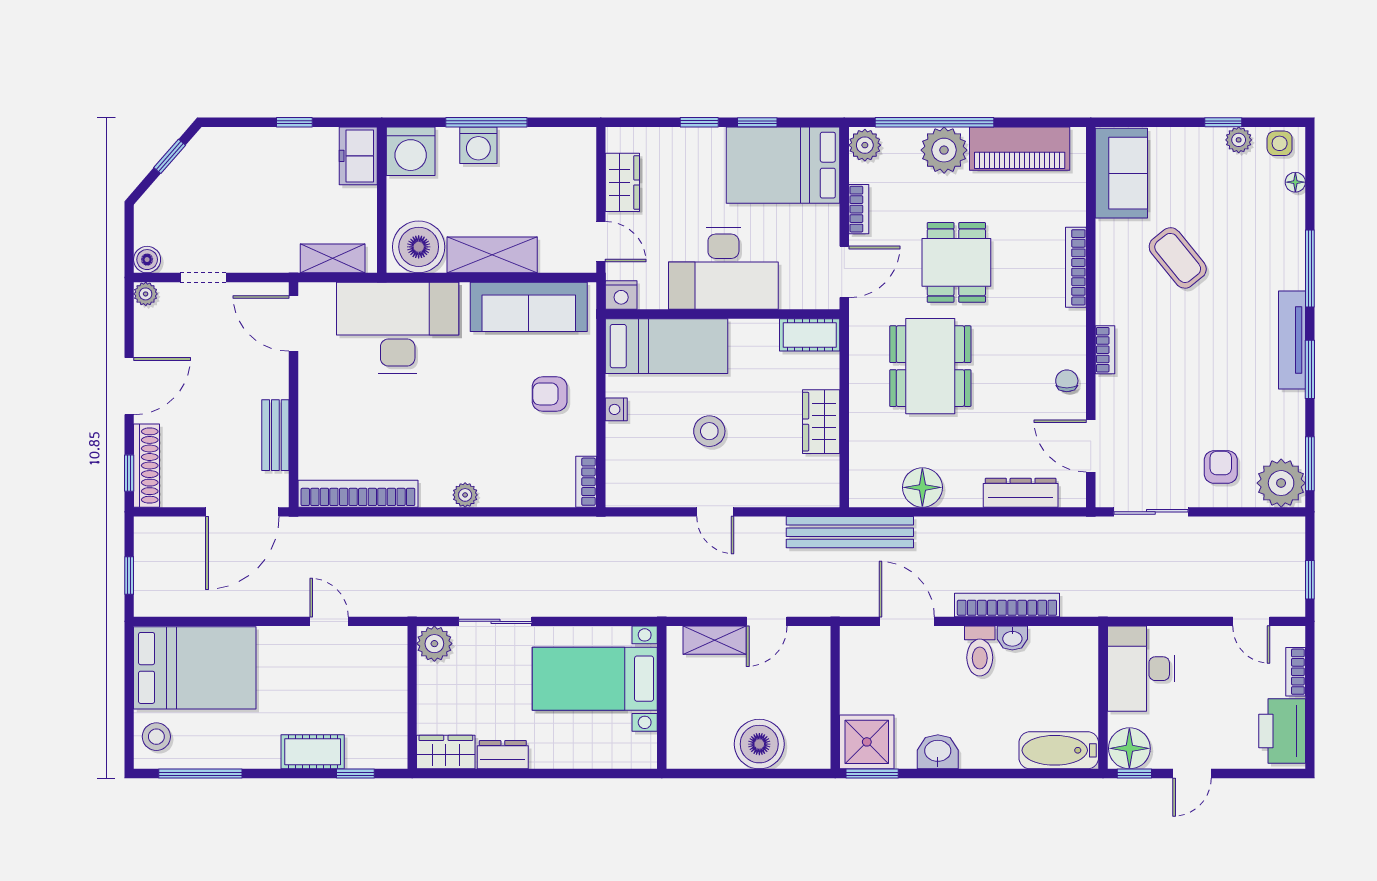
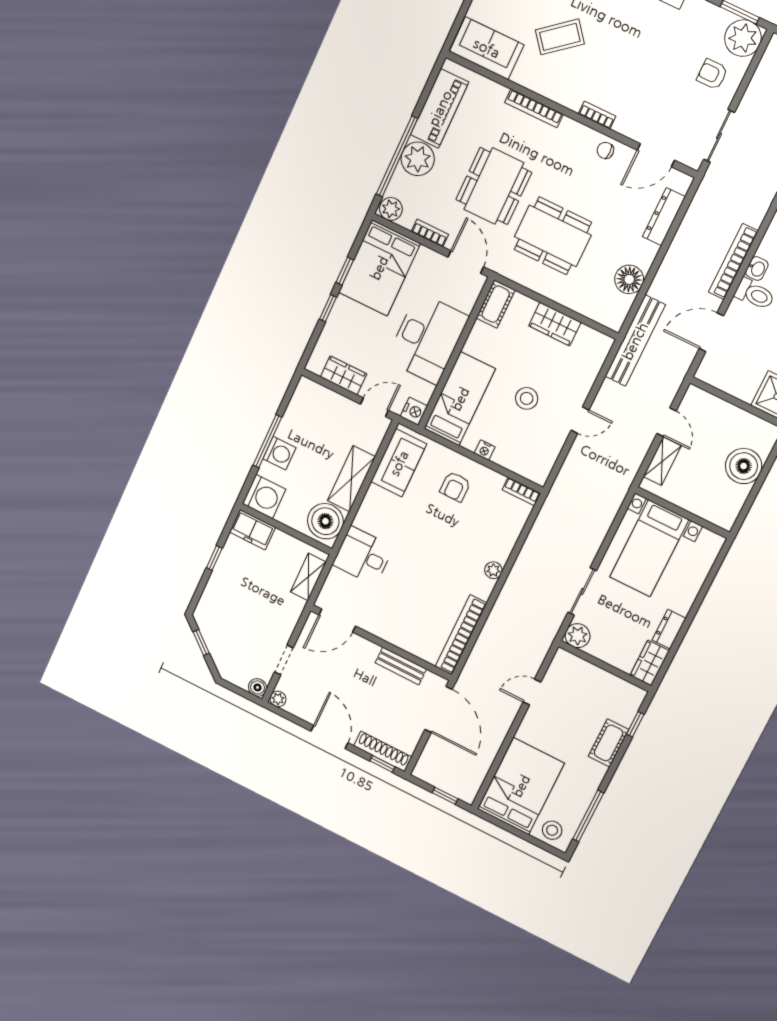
dining table: (956, 262) -> (494, 186), width x1.38
sofa: (529, 307) -> (399, 463), width x0.73
desk: (398, 328) -> (363, 556), width x0.53, depth x0.77

